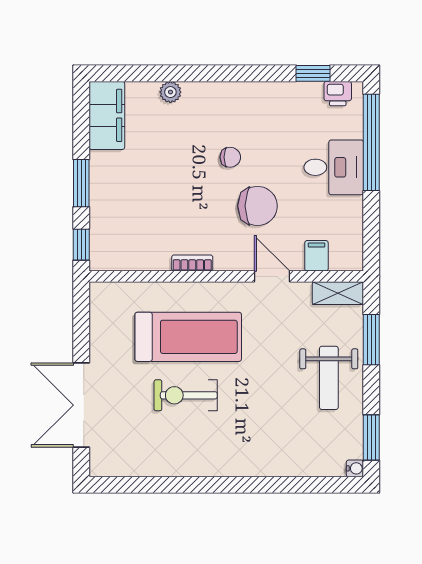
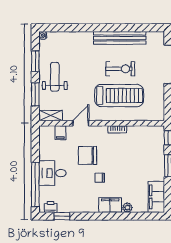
filing cabinet: (208, 98) -> (110, 205), added
door: (272, 276) -> (81, 123), swing flipped
treadmill: (188, 337) -> (119, 96), turned 180
window: (371, 438) -> (35, 61), moved
bench: (187, 463) -> (120, 38), added

